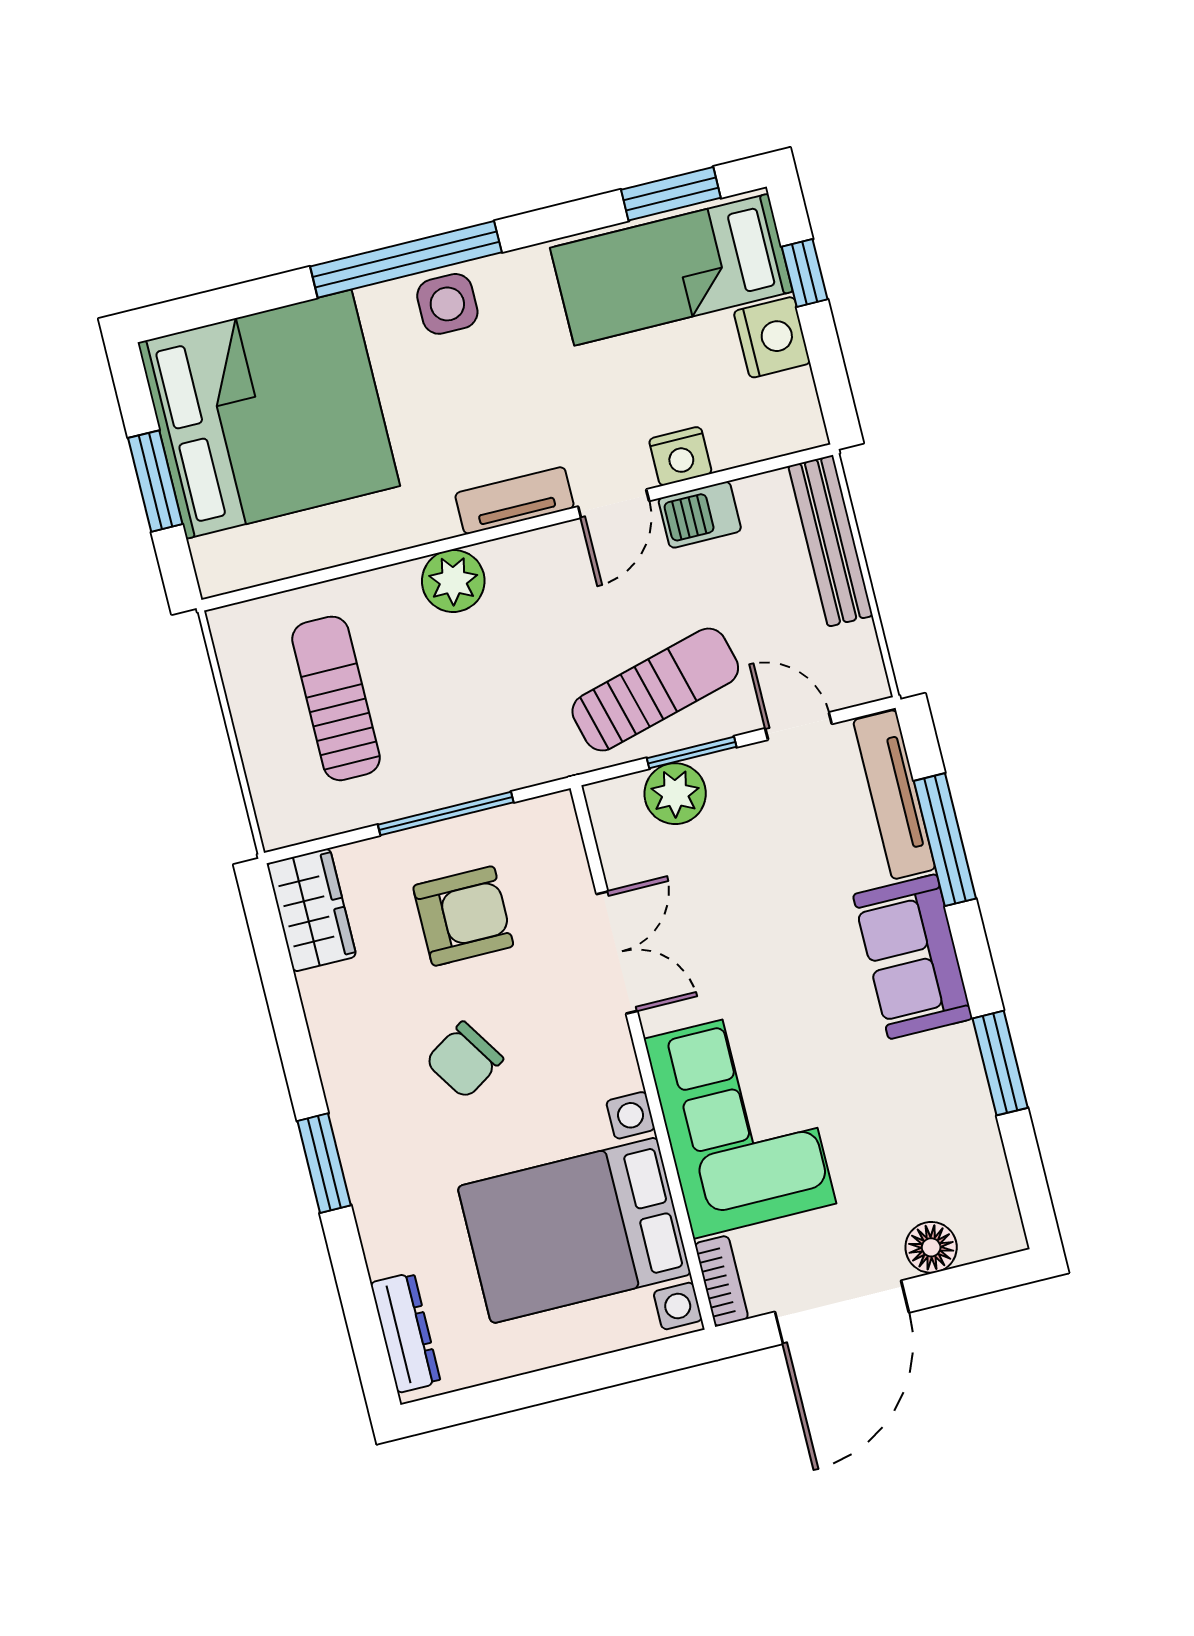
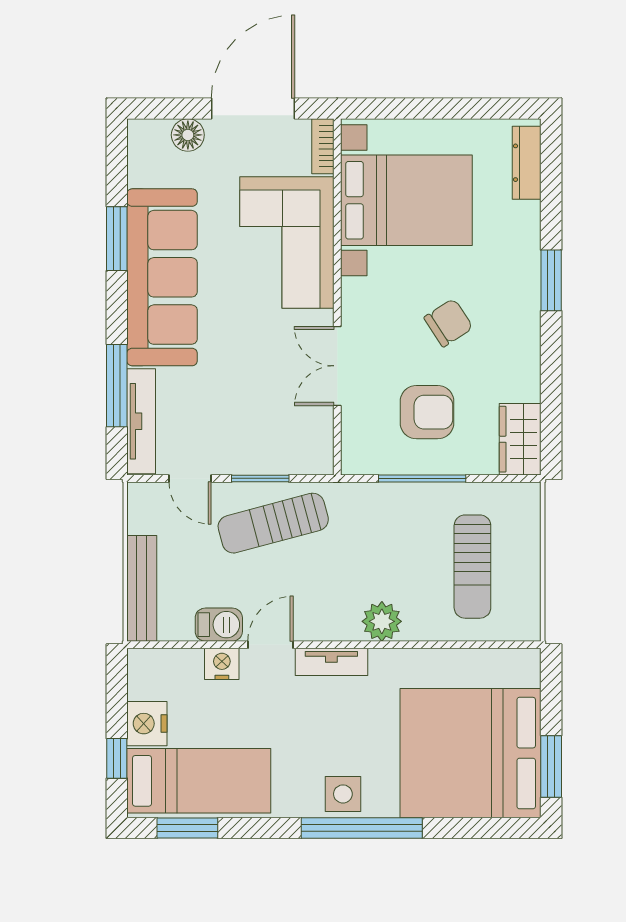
window: (155, 481) -> (551, 766), moved
plant: (675, 794) -> (277, 455), removed
armchair: (463, 916) -> (427, 412), turned 180
sofa: (913, 957) -> (162, 277), width x1.85, depth x1.27

